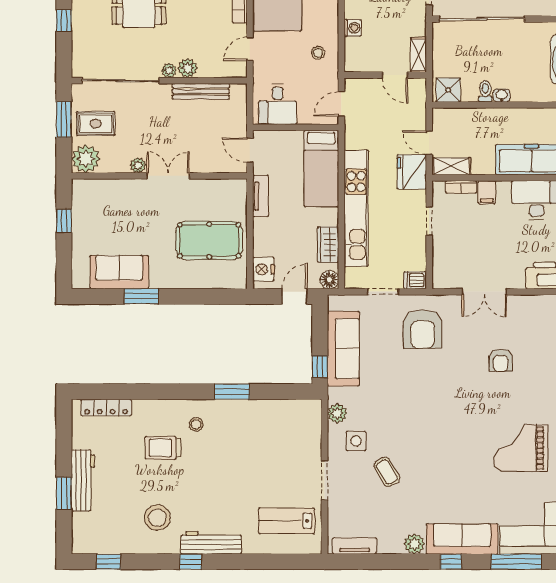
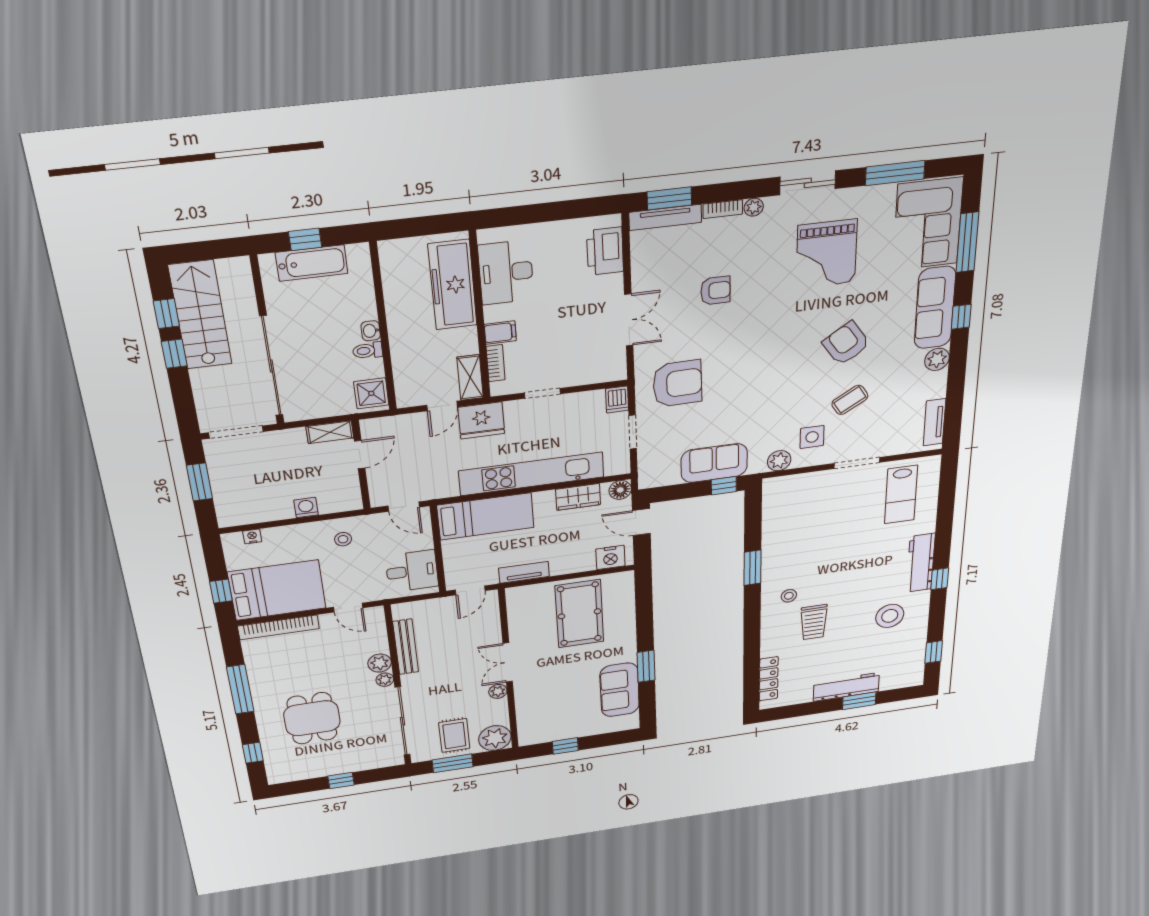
sofa: (343, 349) -> (714, 463), width x0.73
armchair: (440, 467) -> (846, 343), added

